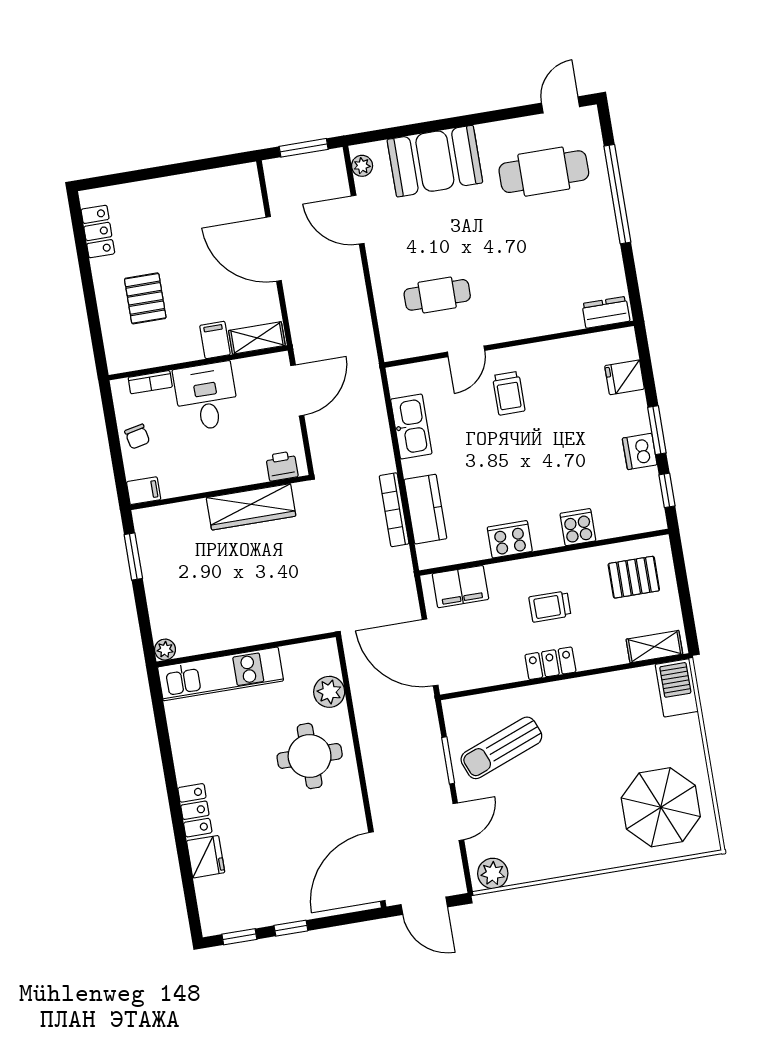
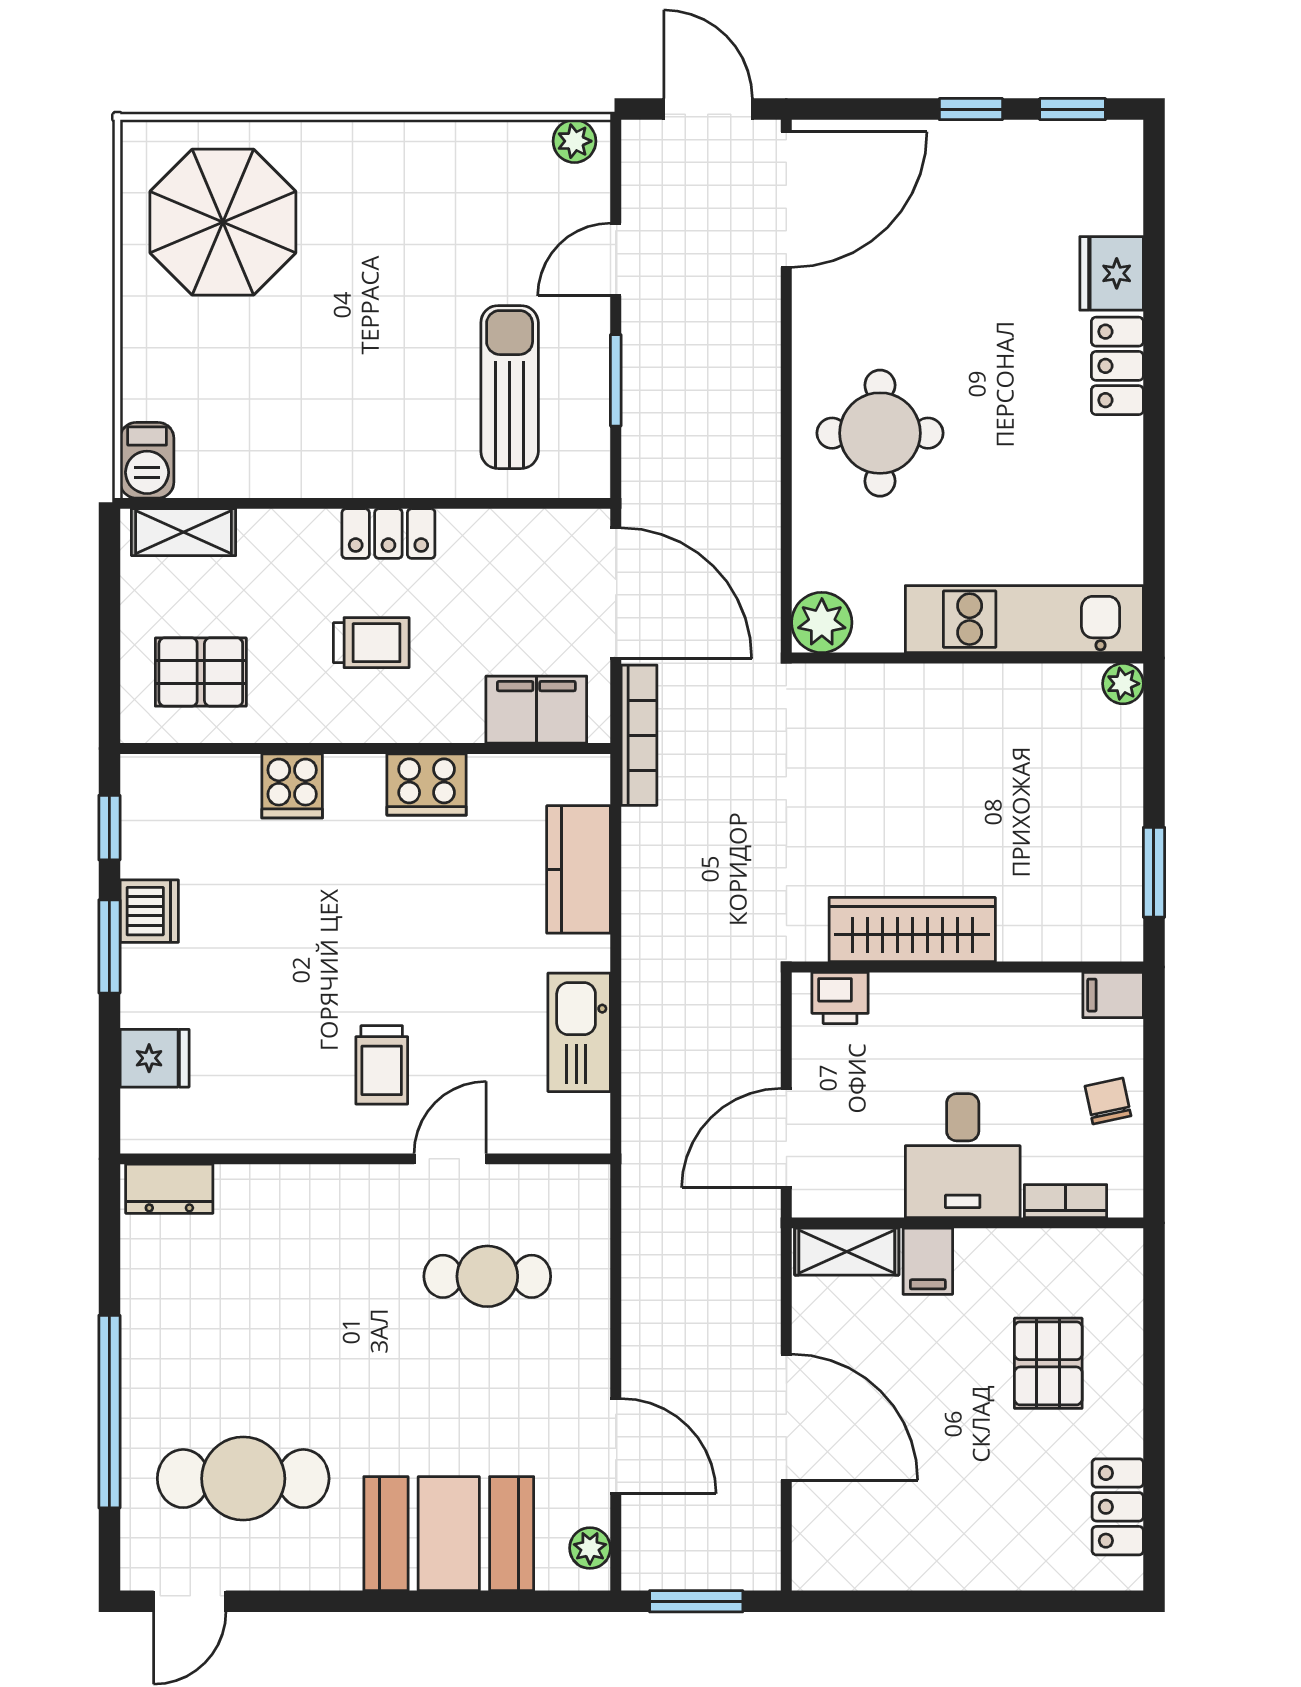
trolley: (509, 393) -> (382, 1065), turned 180
bookcase: (394, 510) -> (639, 735), moved
barbecue: (677, 688) -> (147, 460), width x0.73, depth x0.79
plant: (329, 692) -> (822, 622), moved
sun lounger: (501, 748) -> (510, 387), turned -69
plant: (493, 873) -> (574, 141), width x0.73, depth x0.73

